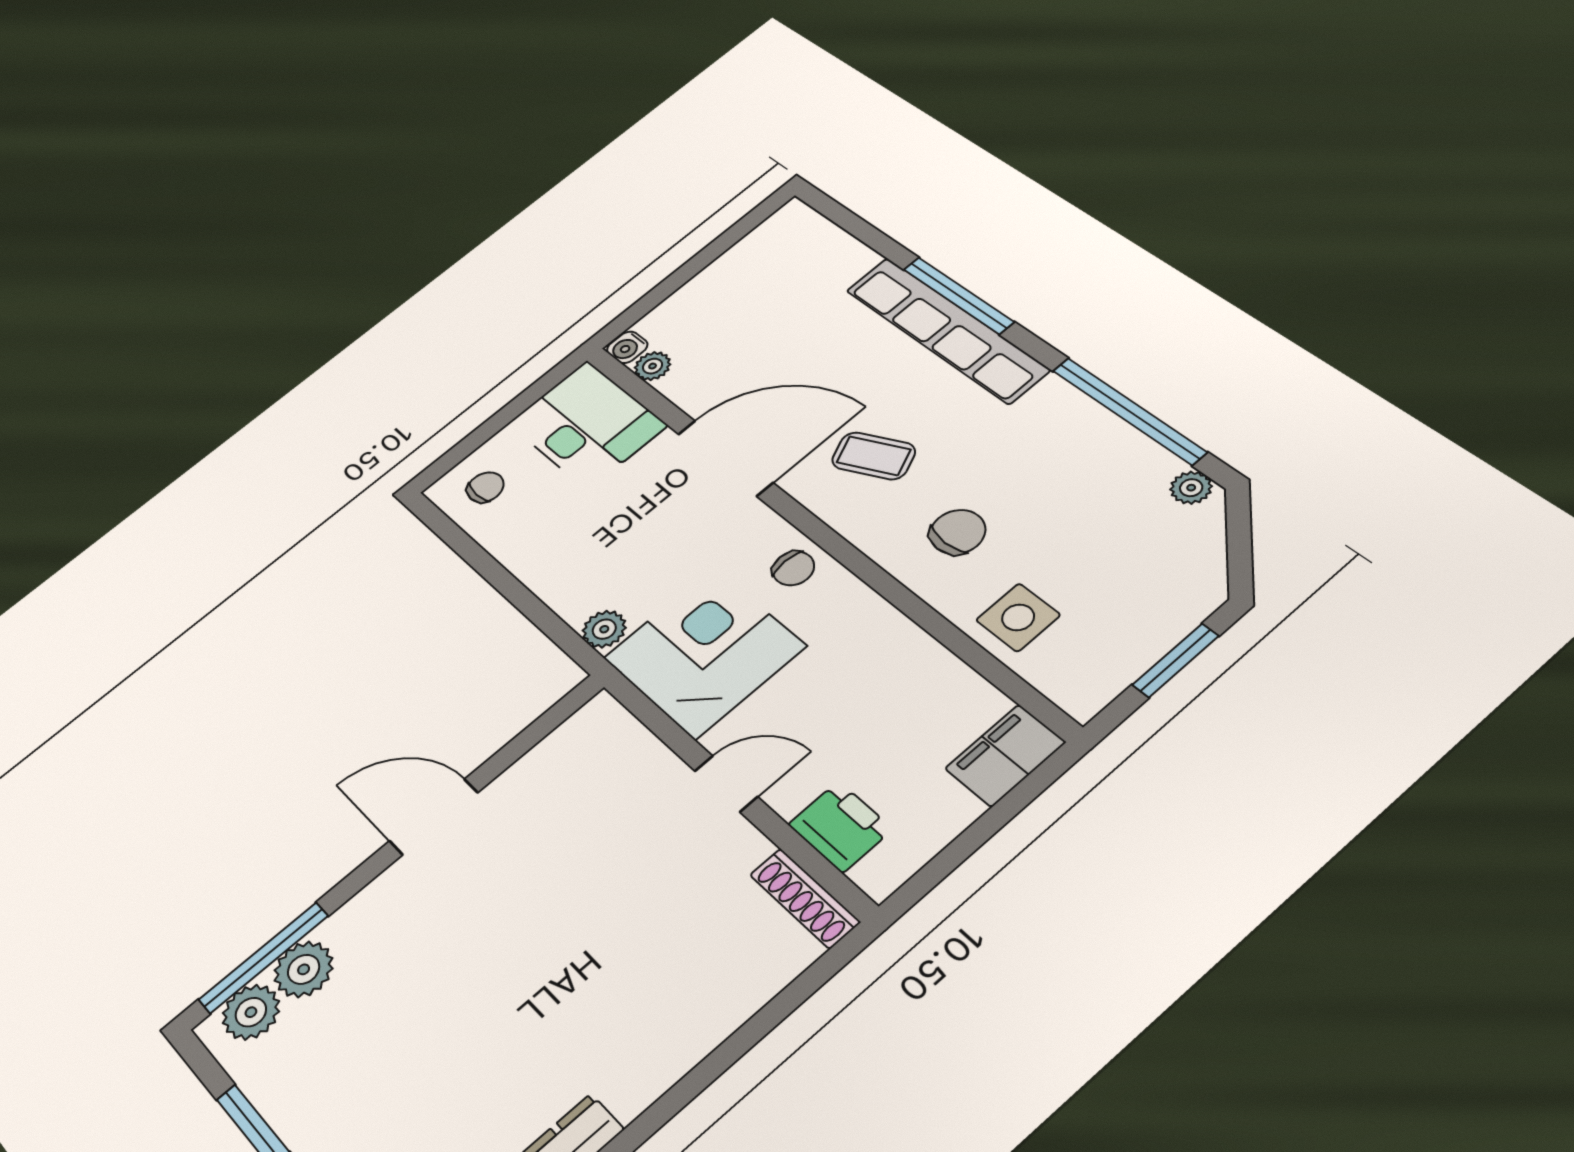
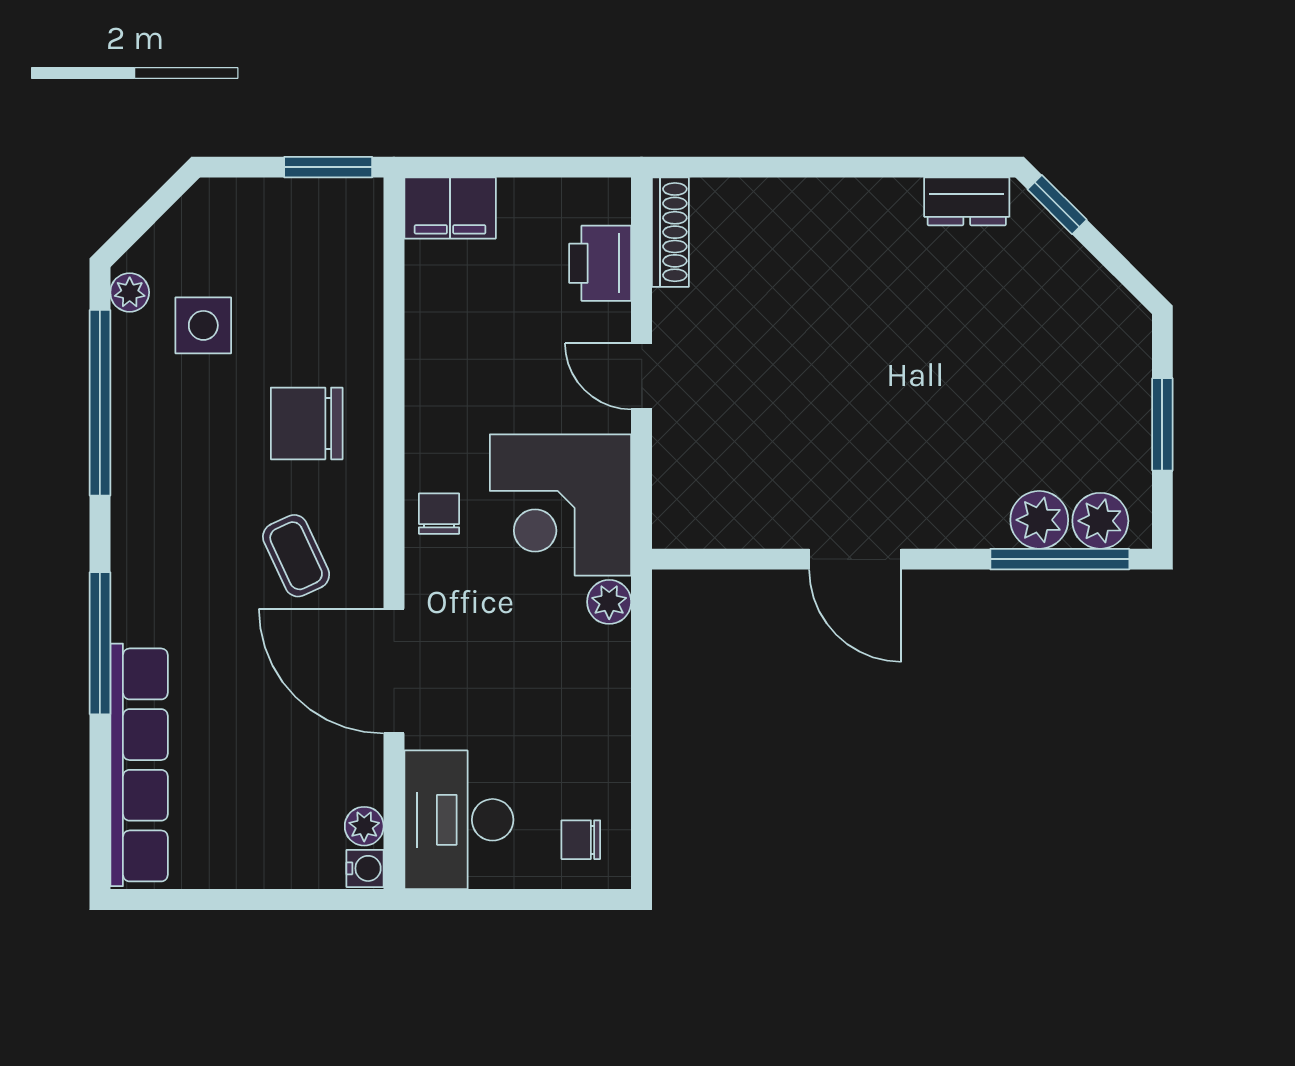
row of seats: (946, 330) -> (139, 765), moved
chair: (958, 532) -> (307, 423), width x1.37, depth x1.37
side table: (1018, 617) -> (203, 325), moved
window: (1176, 660) -> (328, 167), moved

